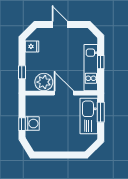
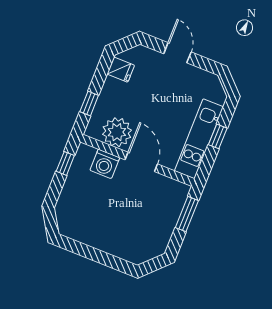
kitchen sink: (89, 116) -> (166, 213), removed
window: (22, 124) -> (65, 163), moved
washing machine: (32, 124) -> (105, 164), moved, turned 90

